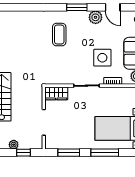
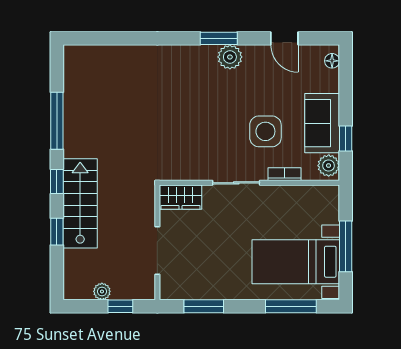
plant: (96, 17) -> (230, 57), moved
coffee table: (59, 35) -> (186, 89), removed
window: (105, 153) -> (291, 306), moved

